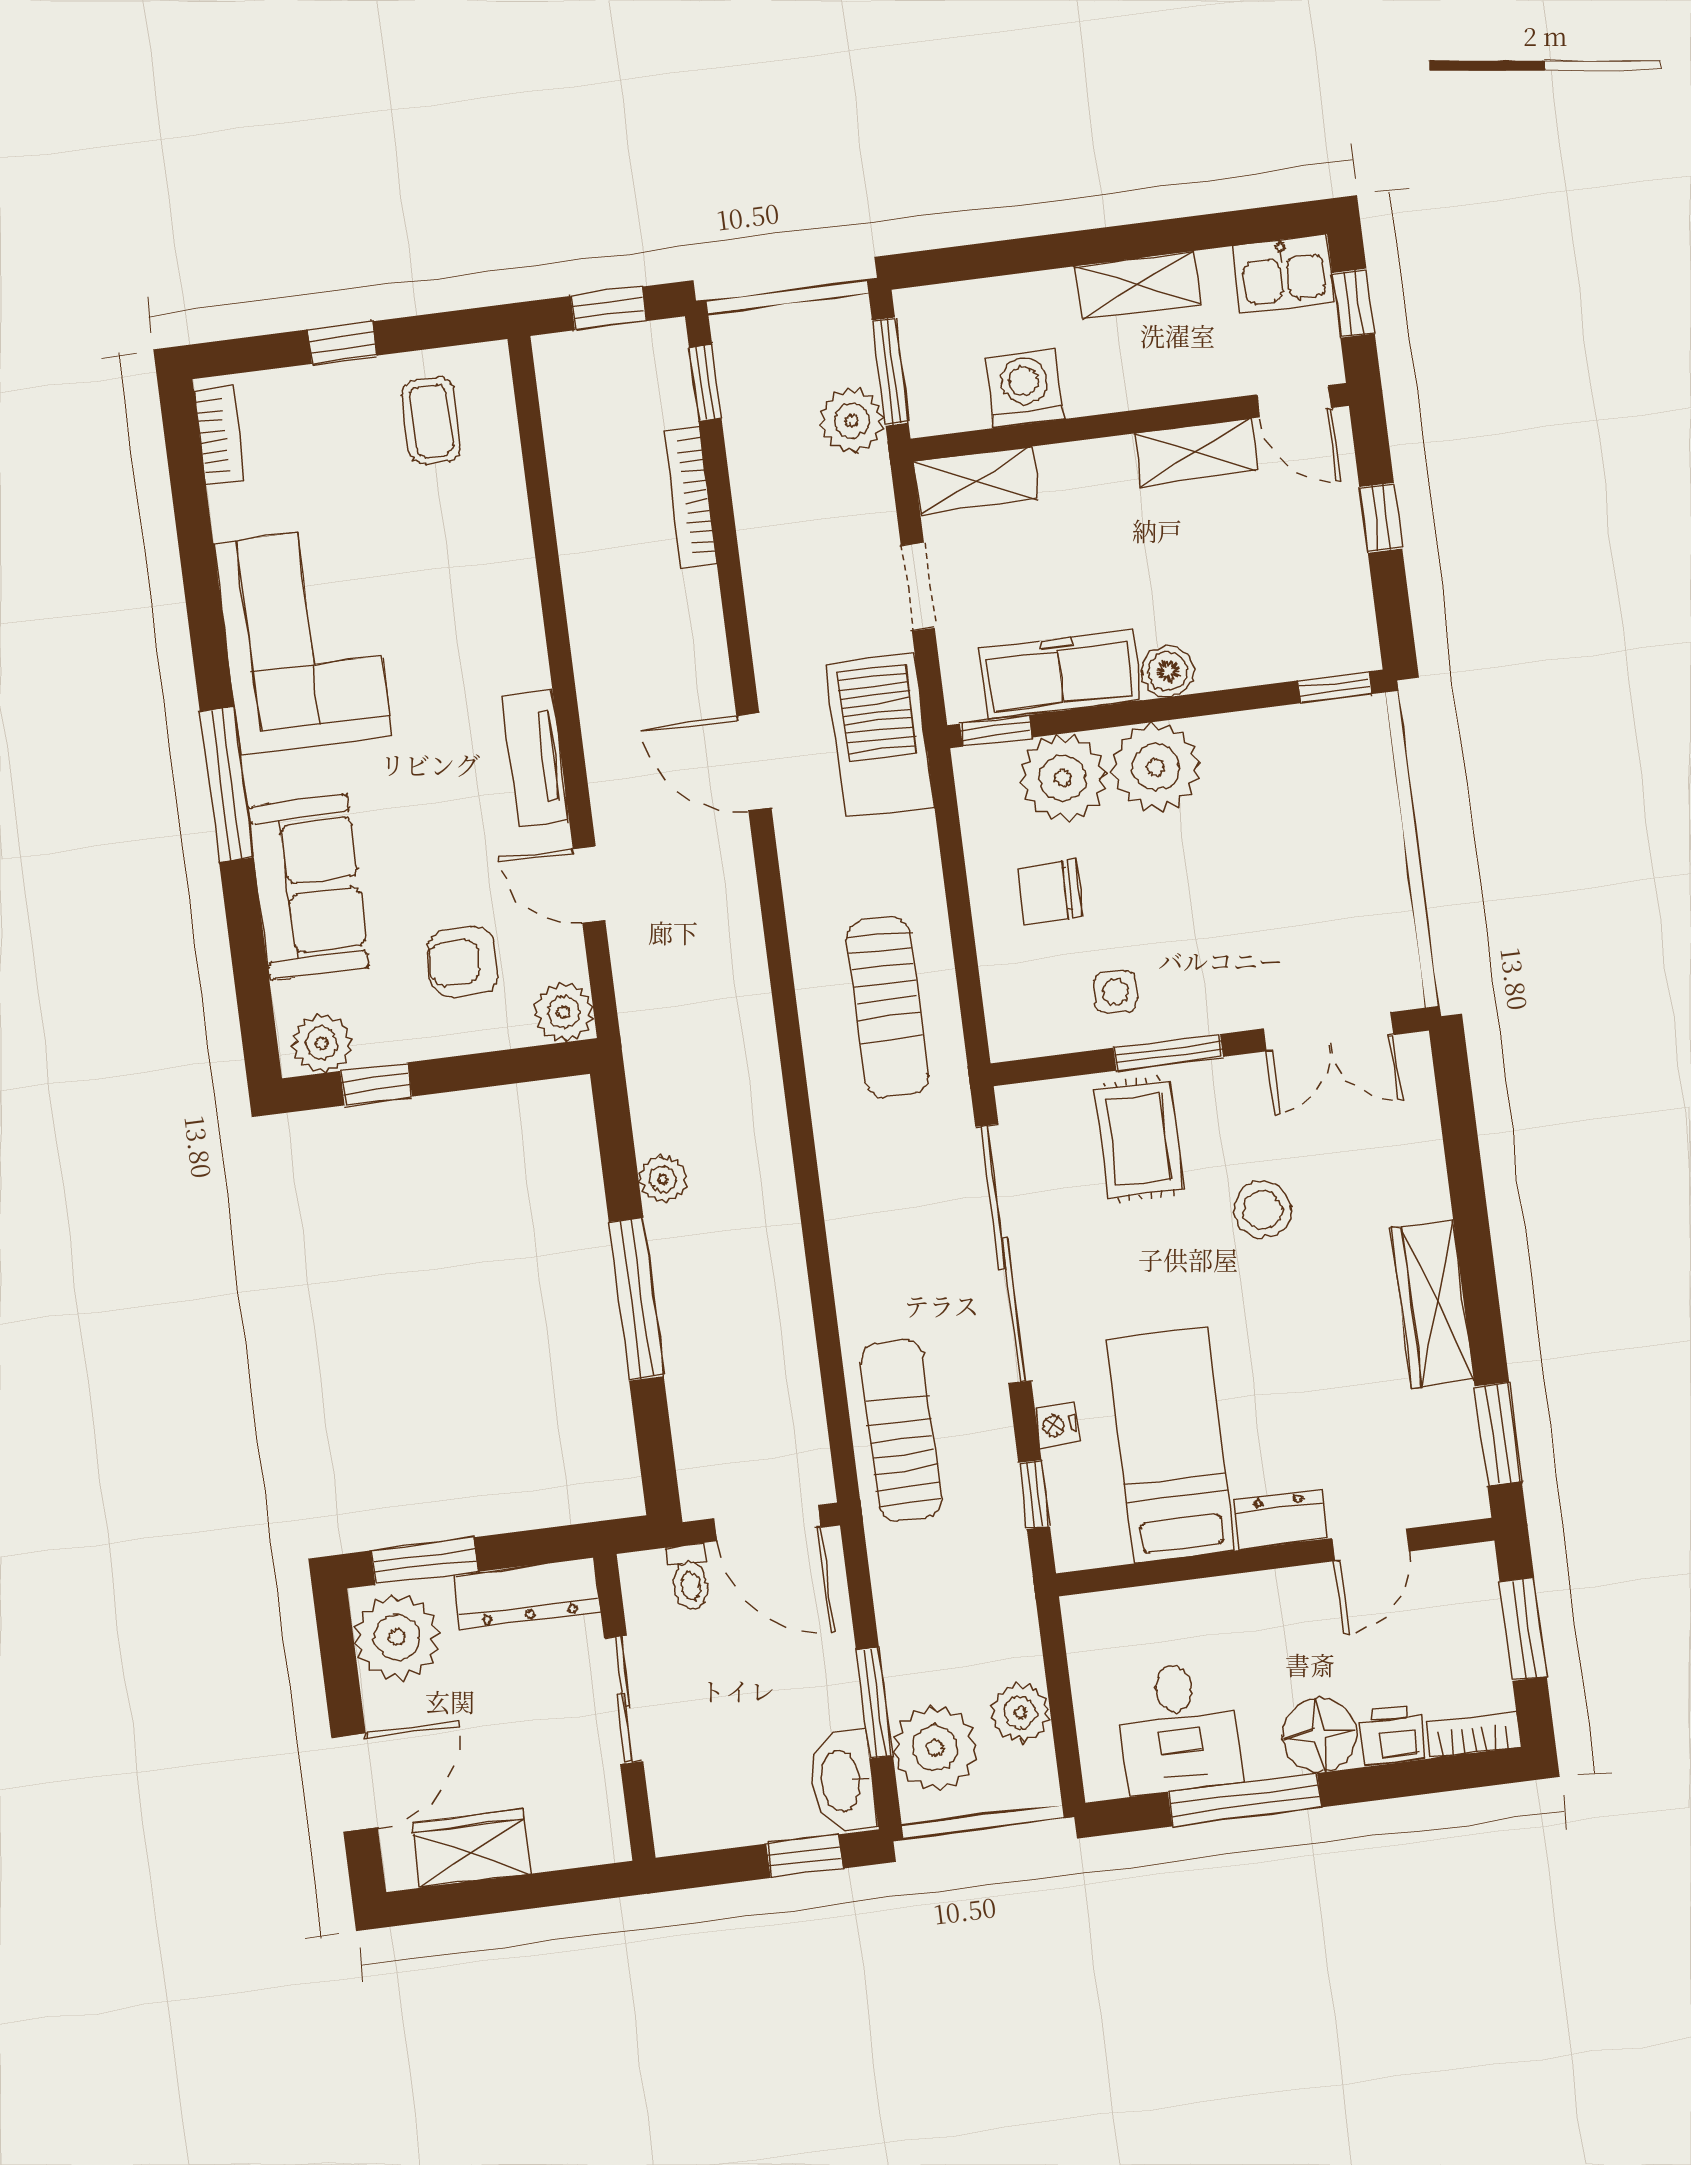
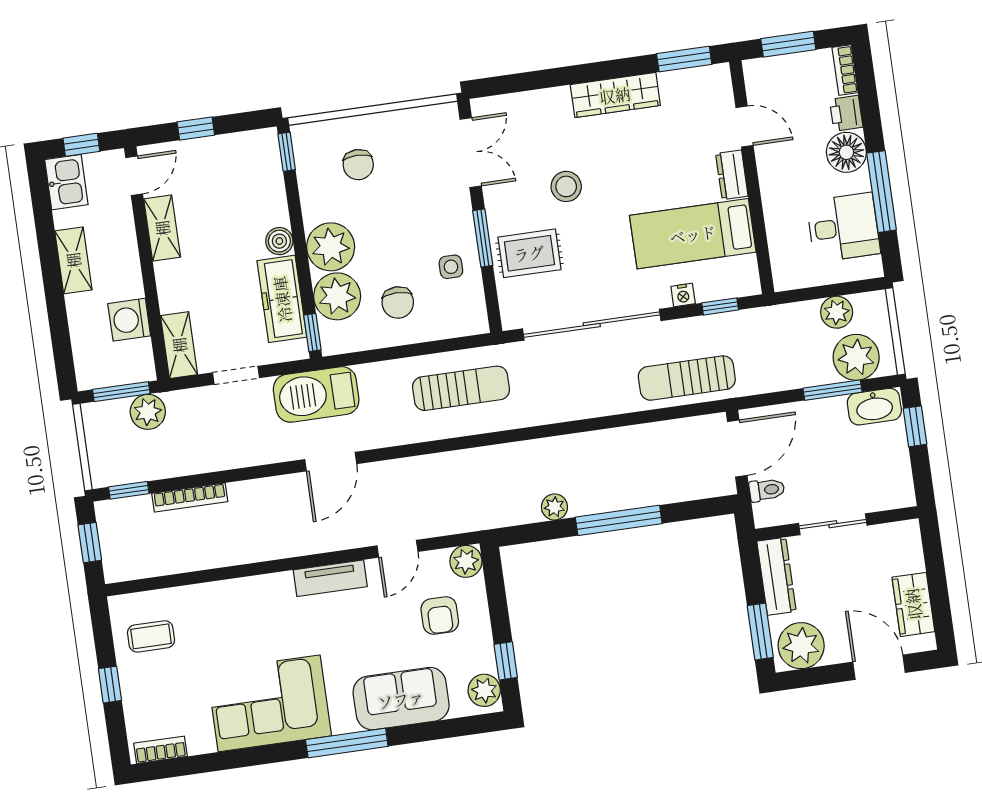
chair: (1309, 821) -> (358, 165), added

